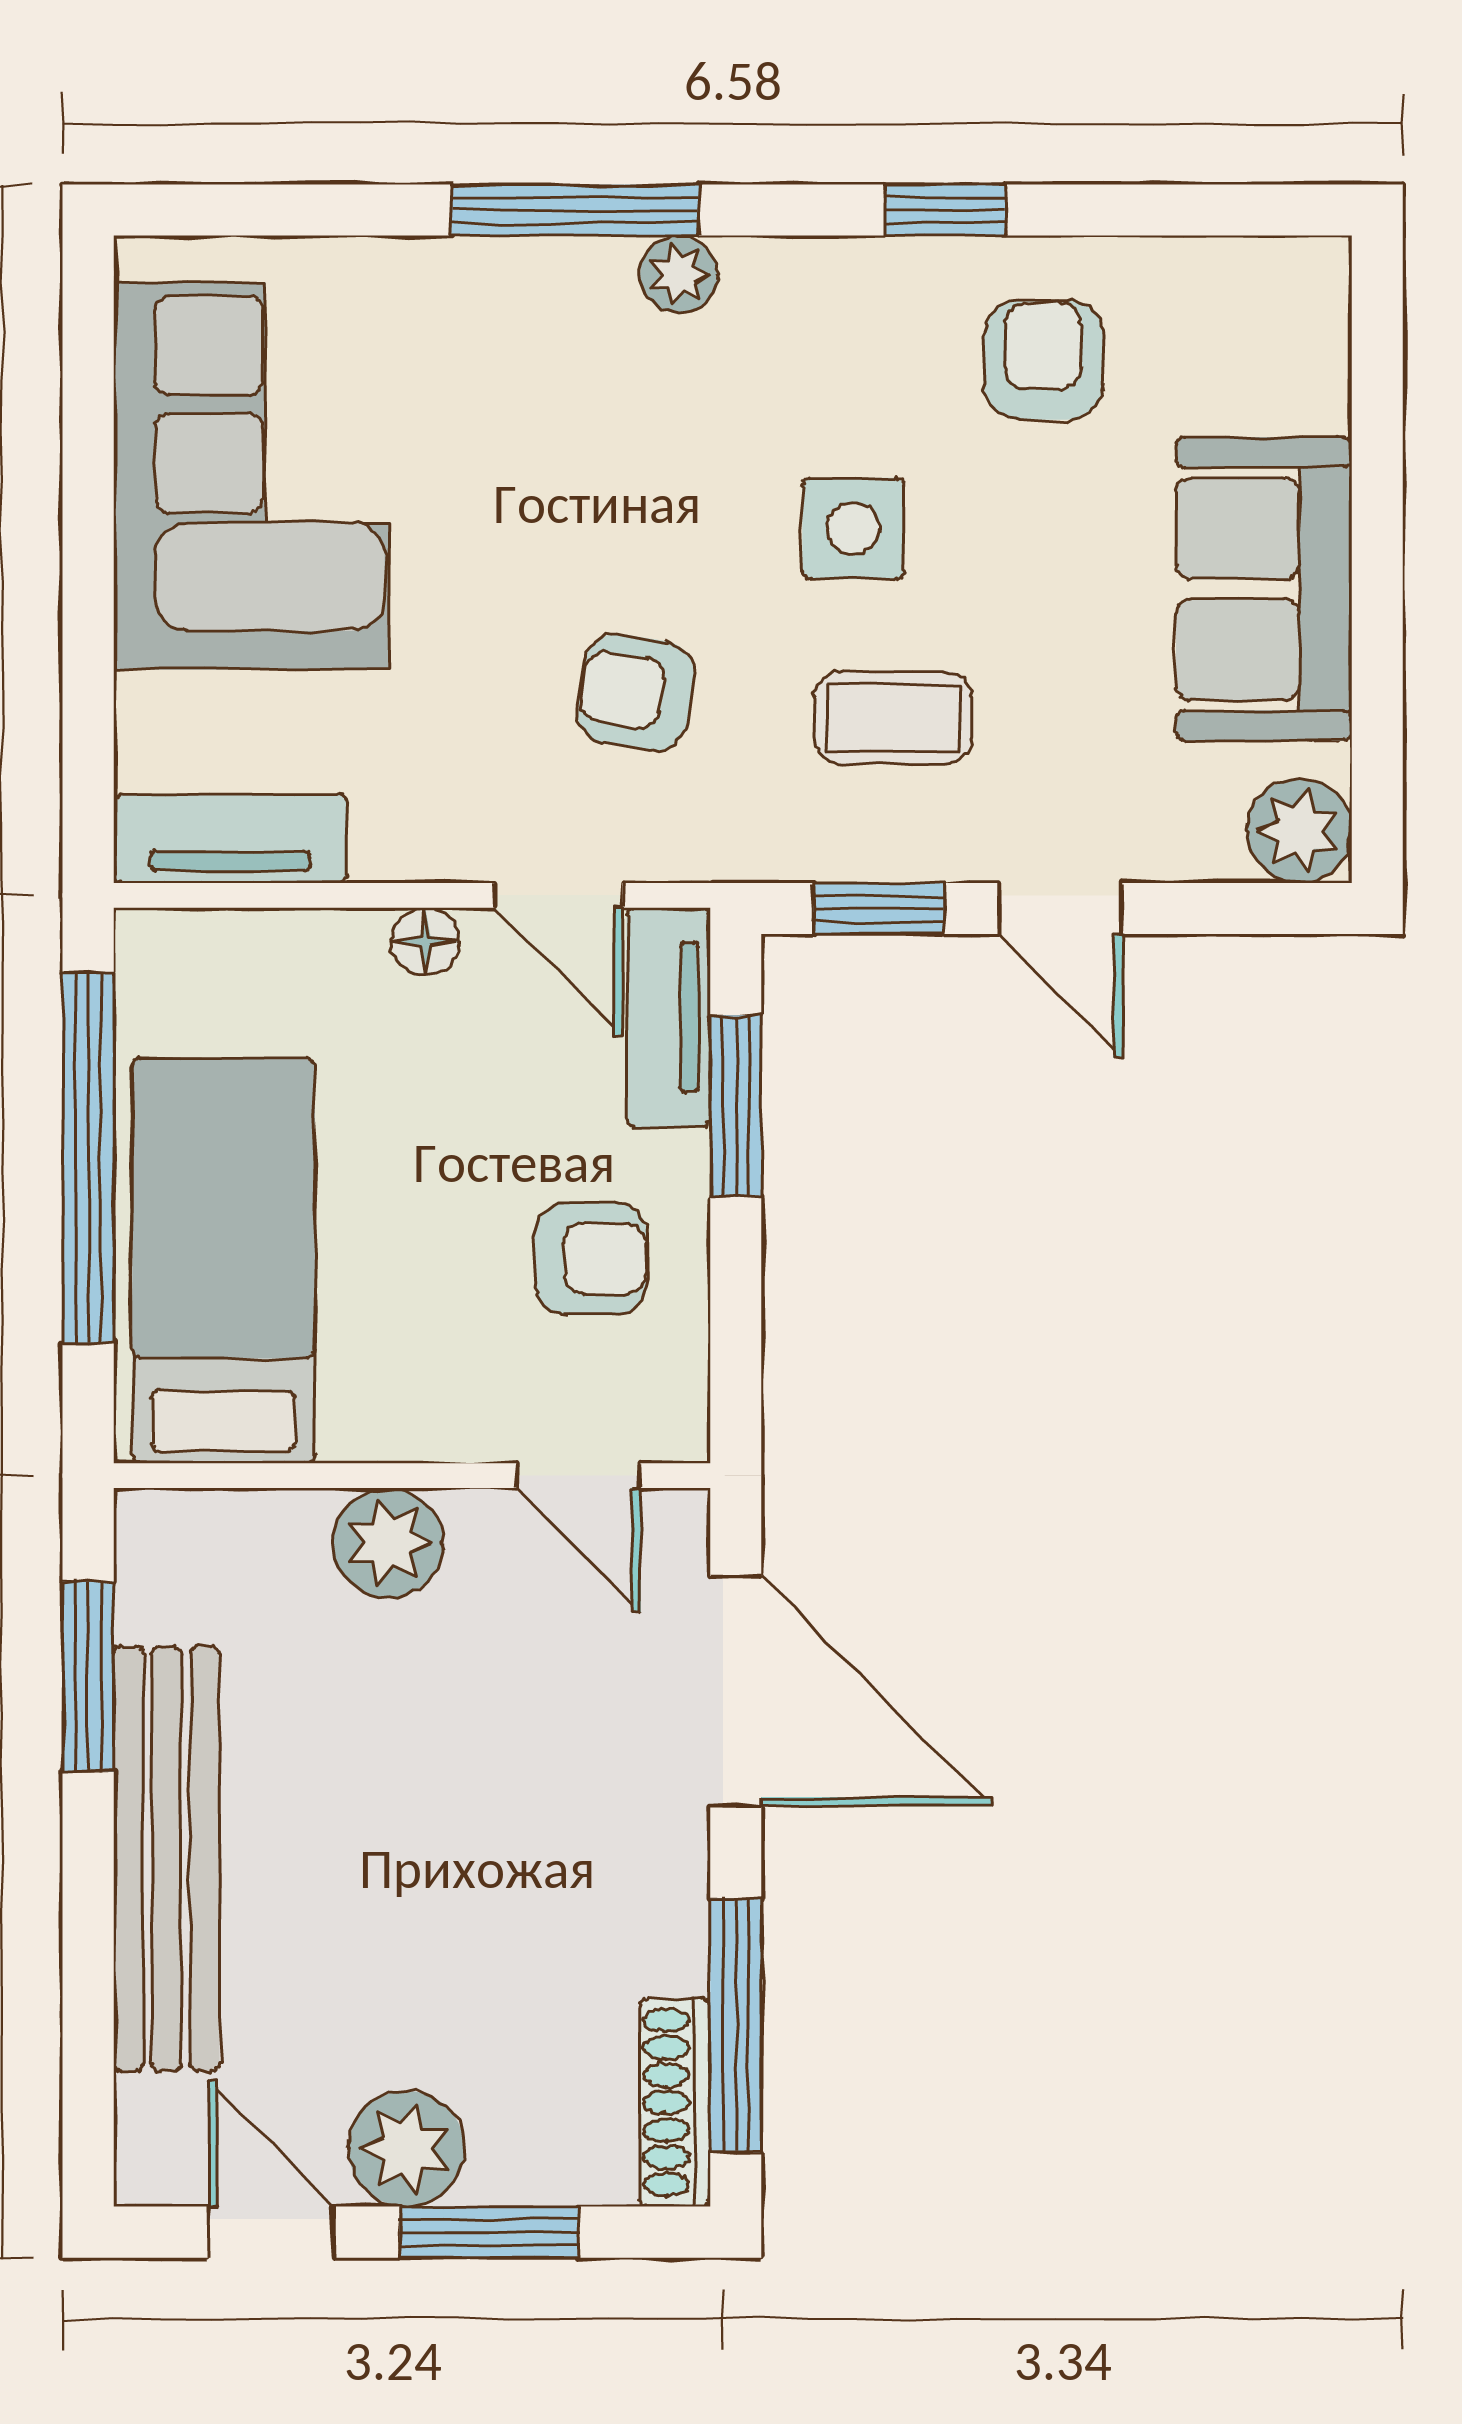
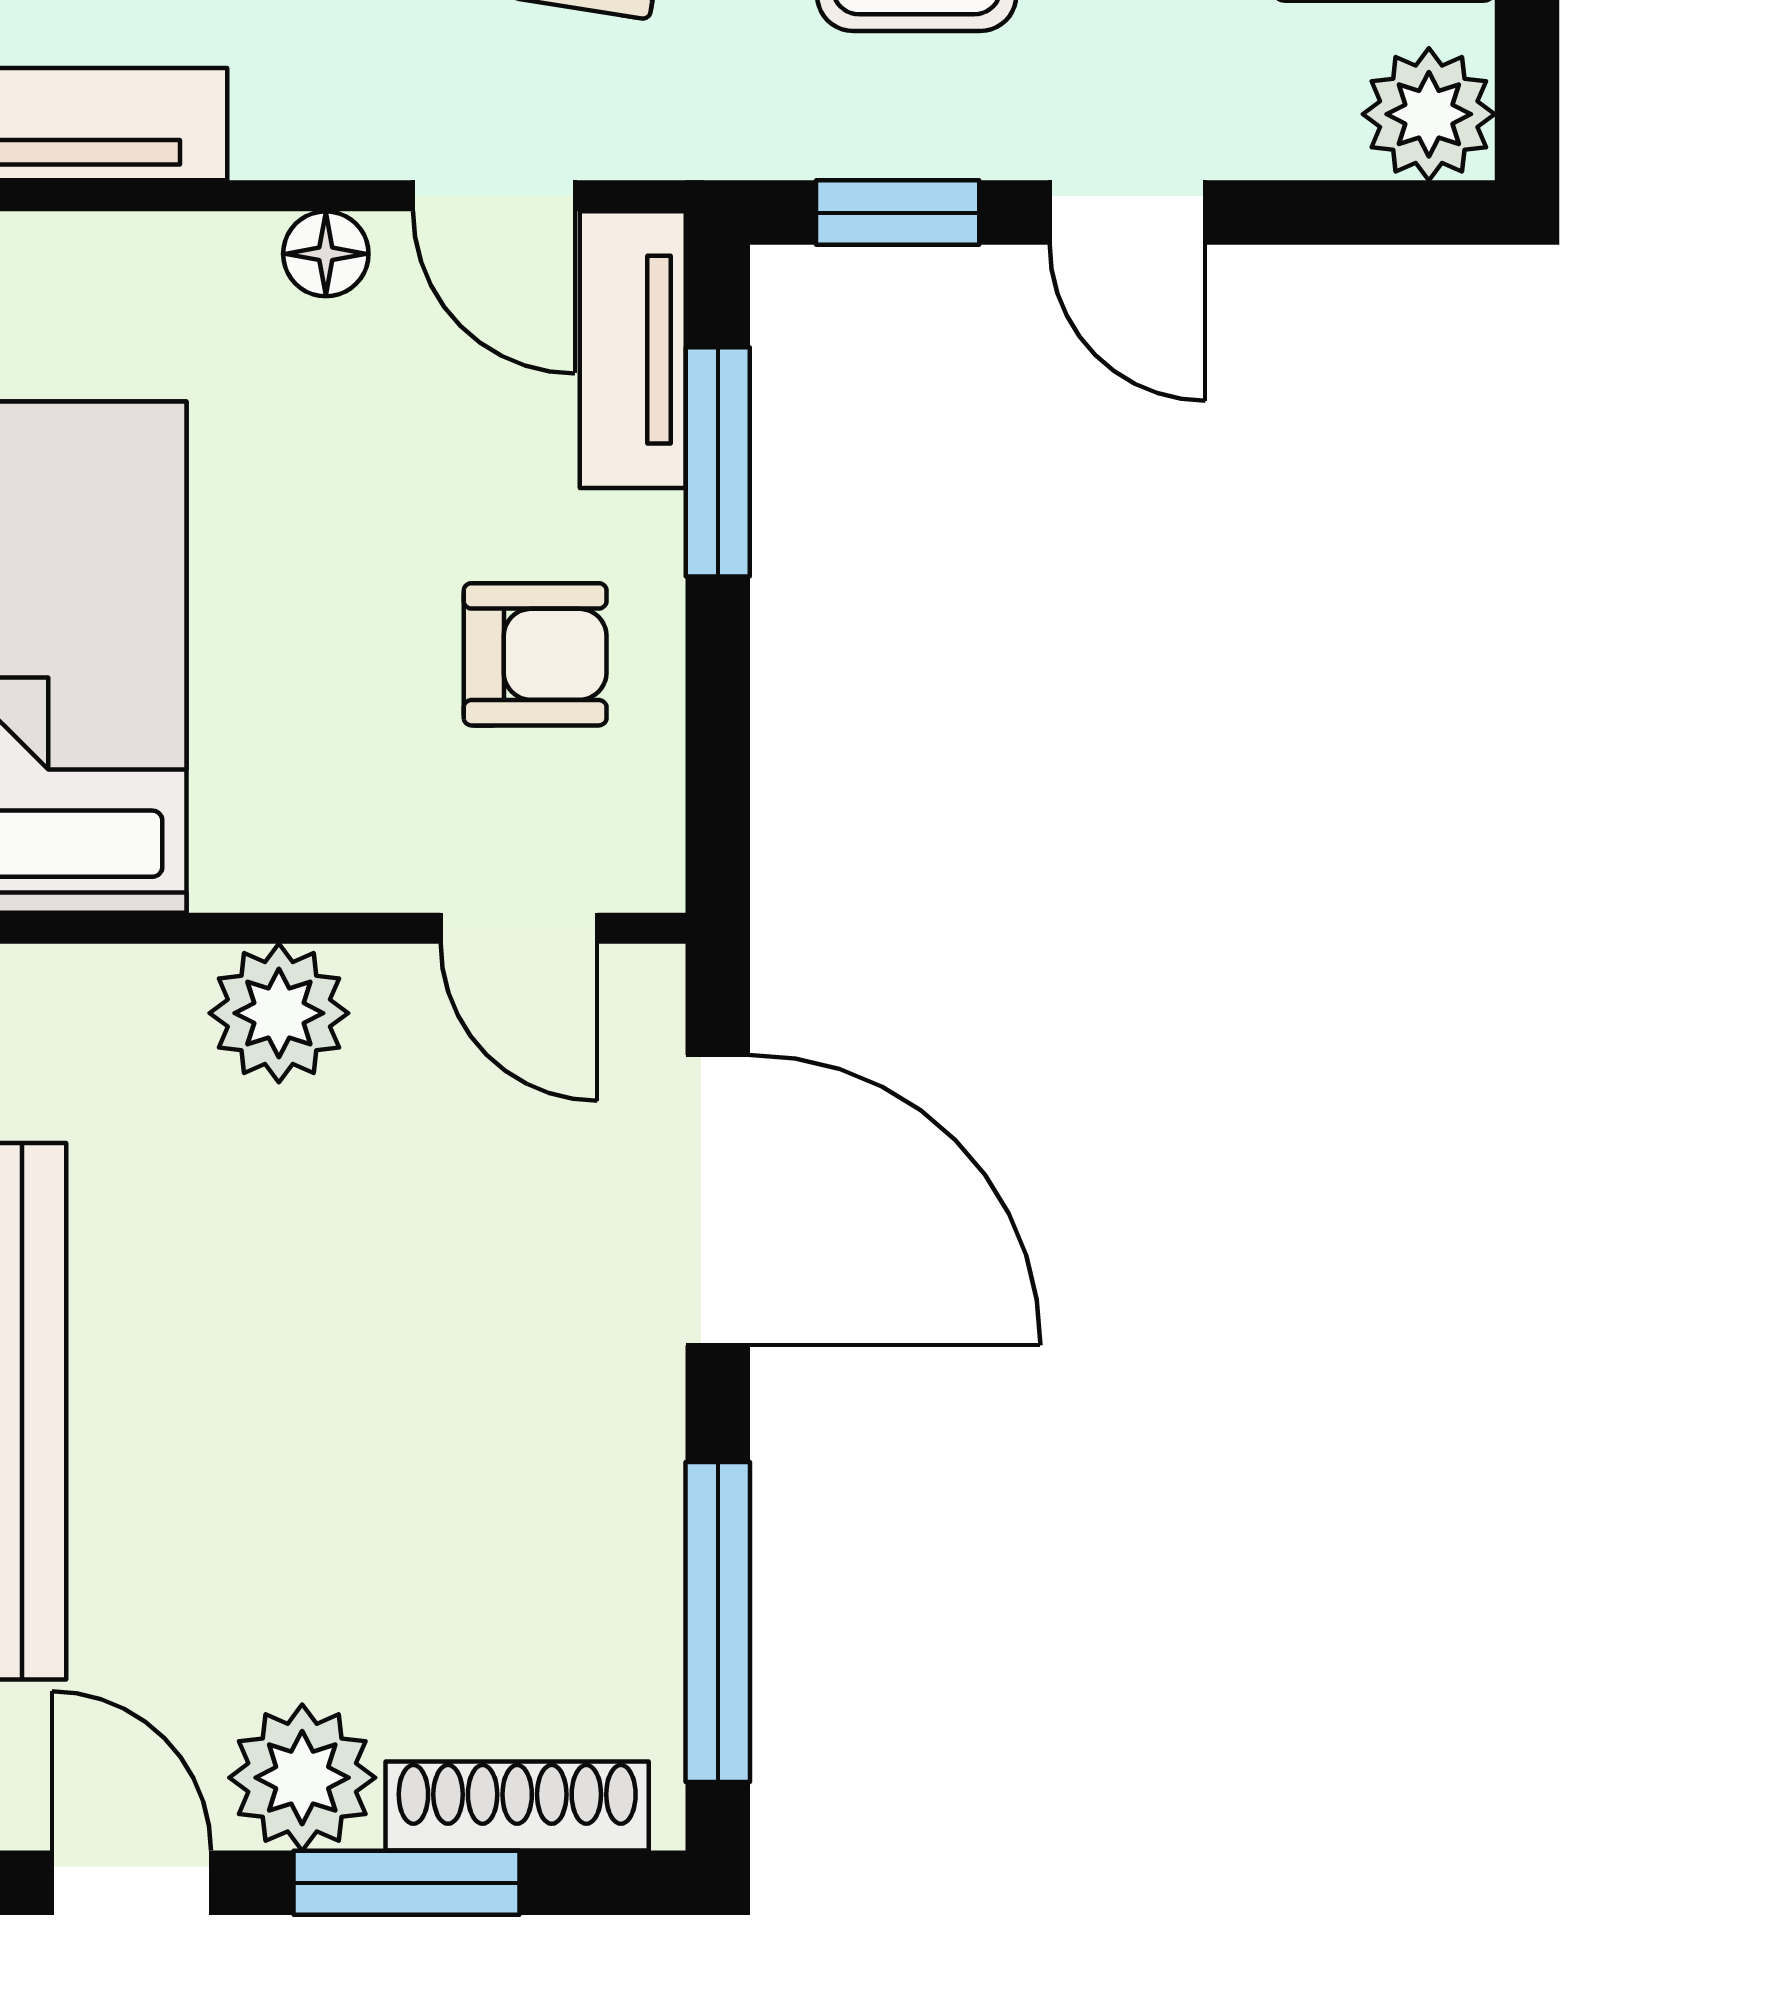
shoe rack: (675, 2102) -> (517, 1806), moved, turned 90

